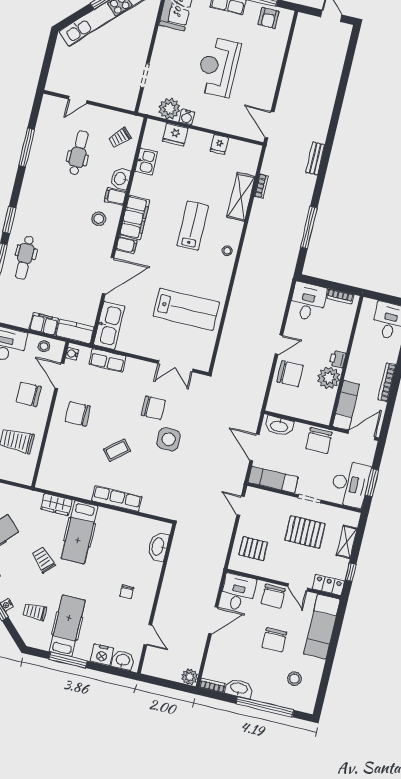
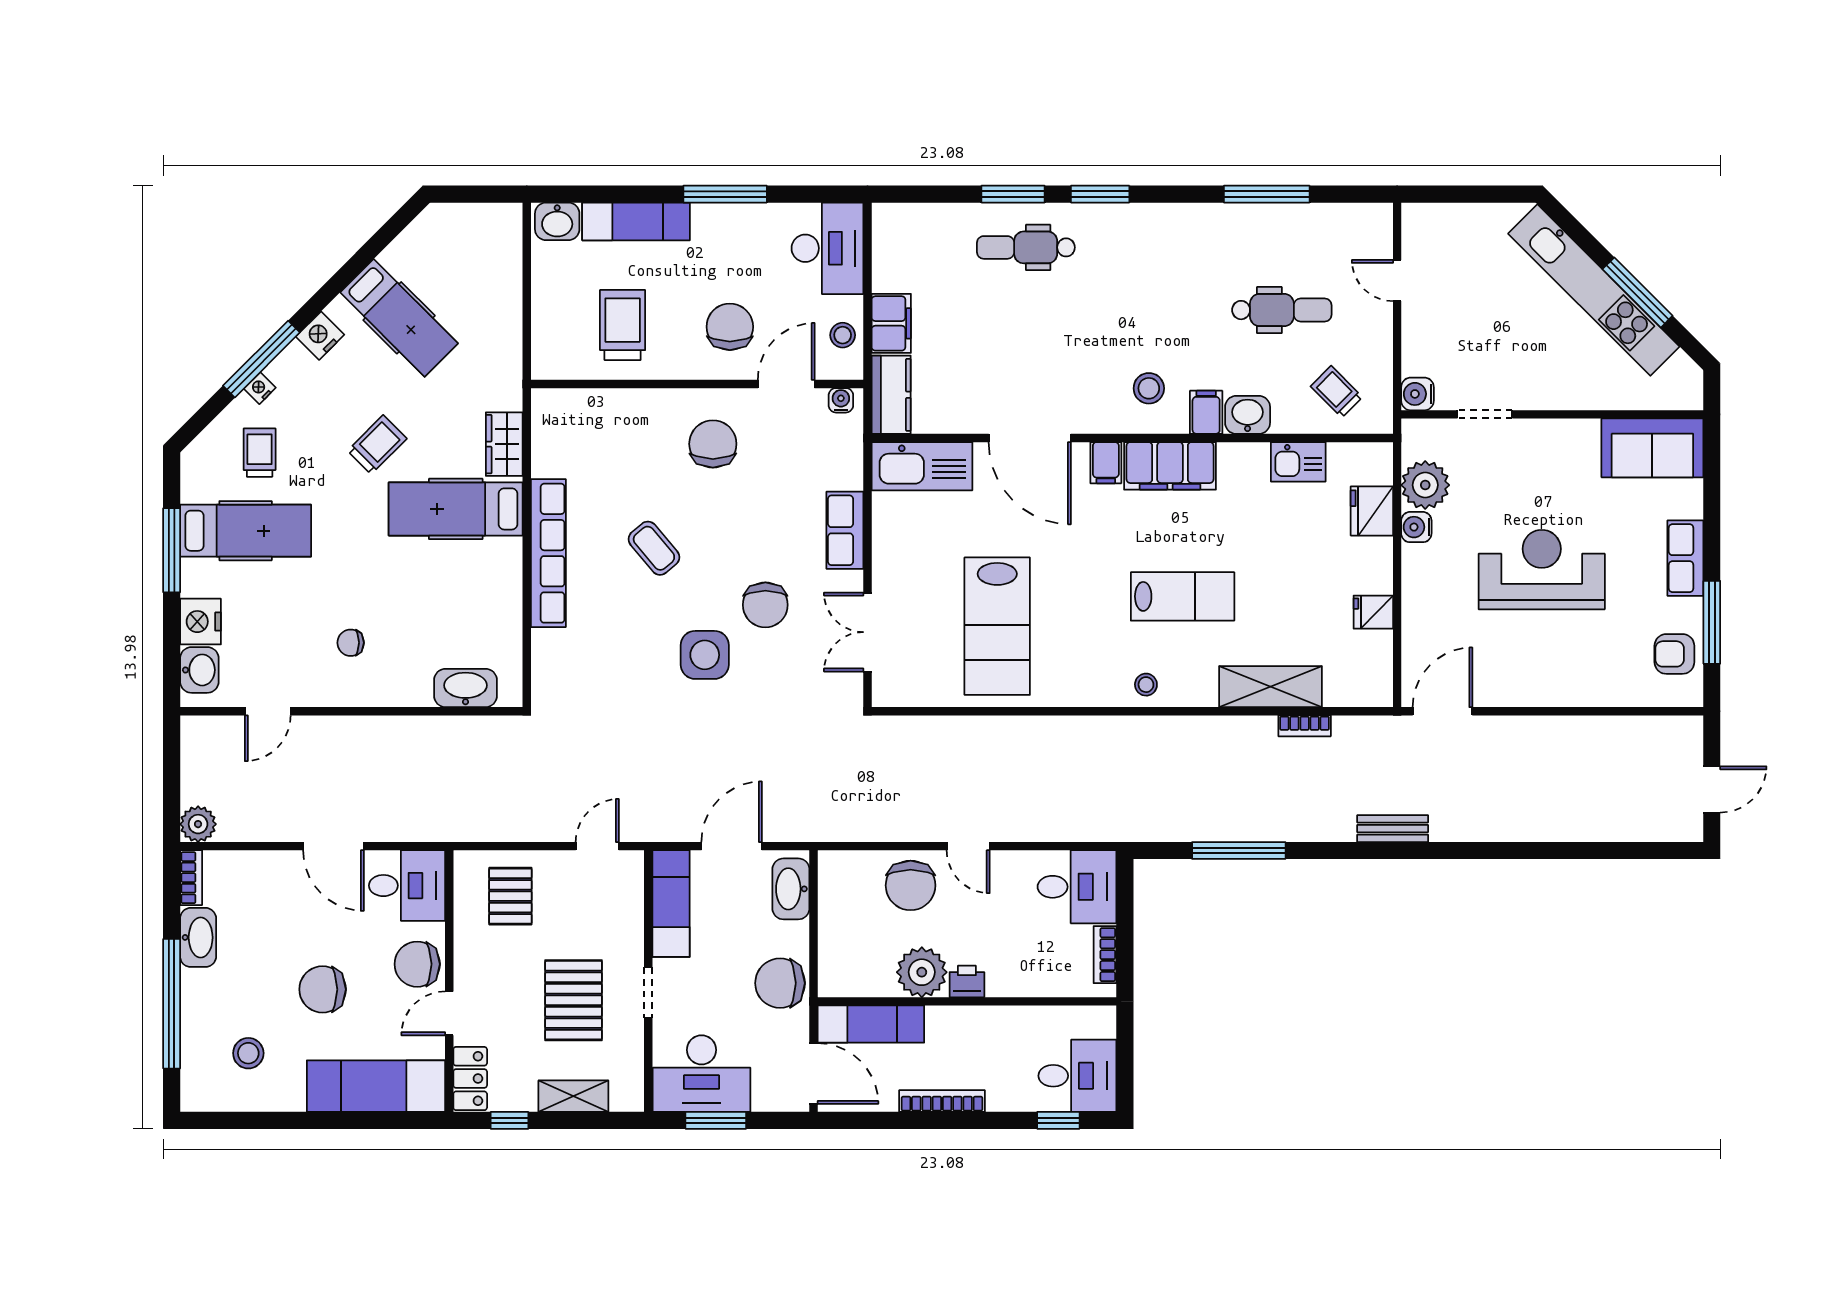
water cooler: (129, 103) -> (1418, 394), added
row of seats: (107, 360) -> (845, 530), moved
row of seats: (117, 499) -> (548, 553), width x1.36

